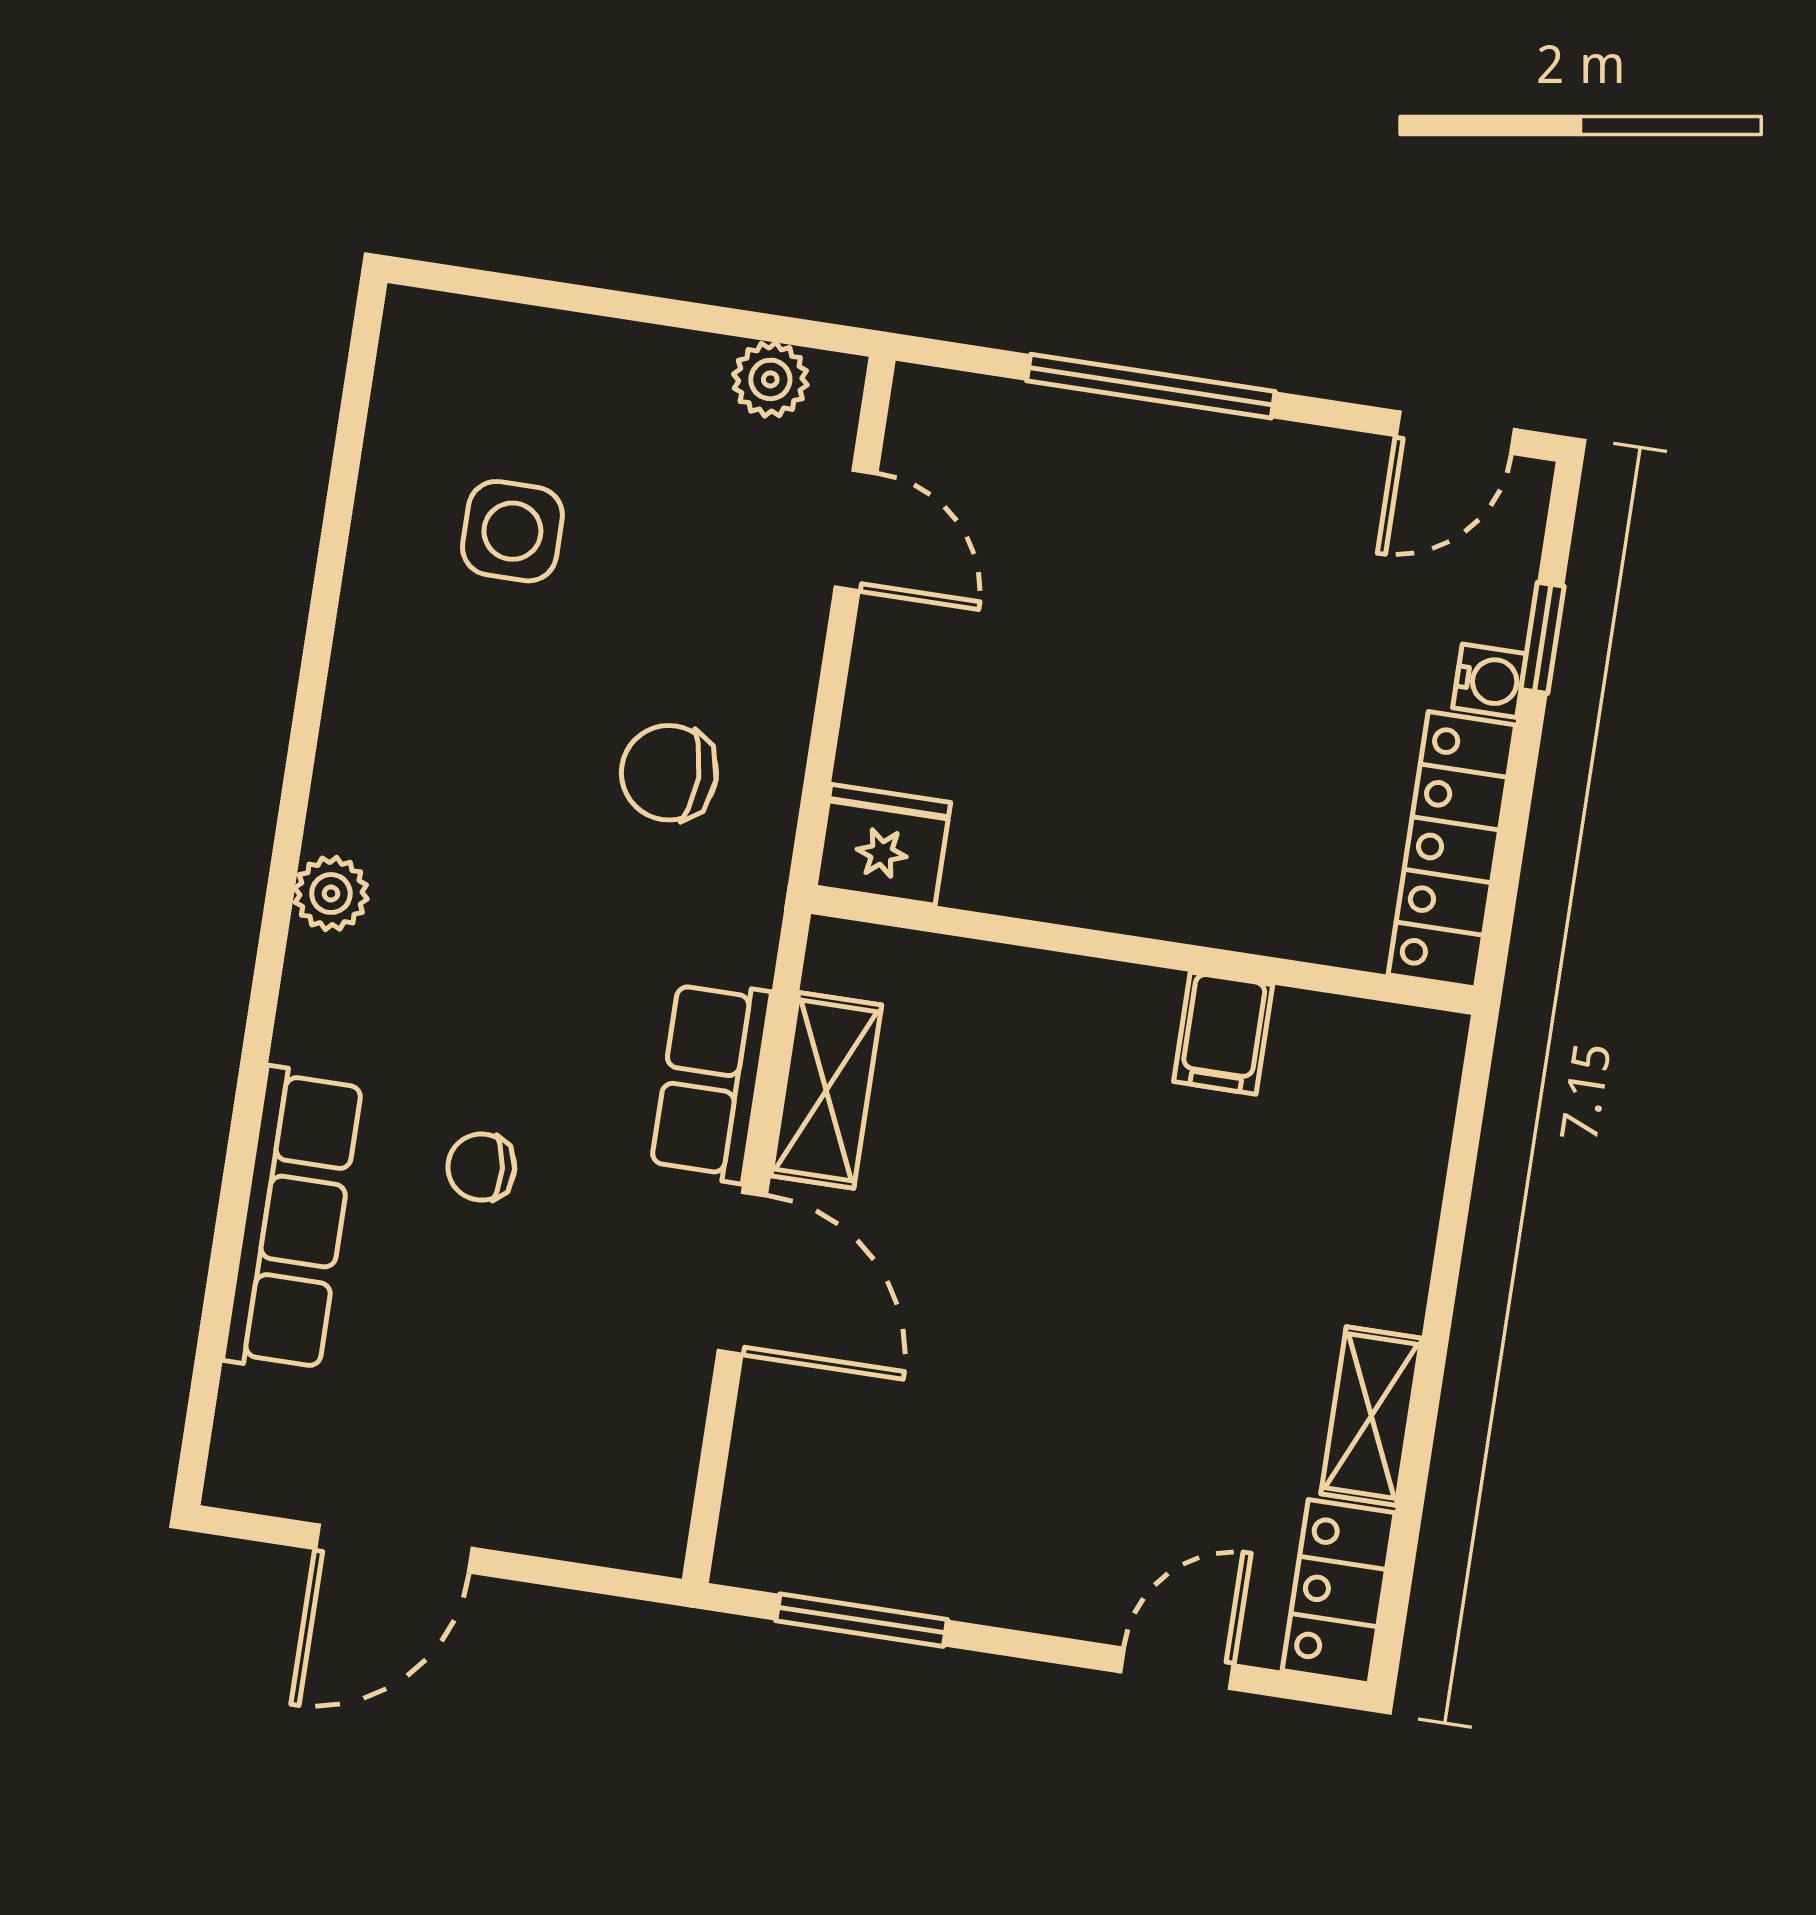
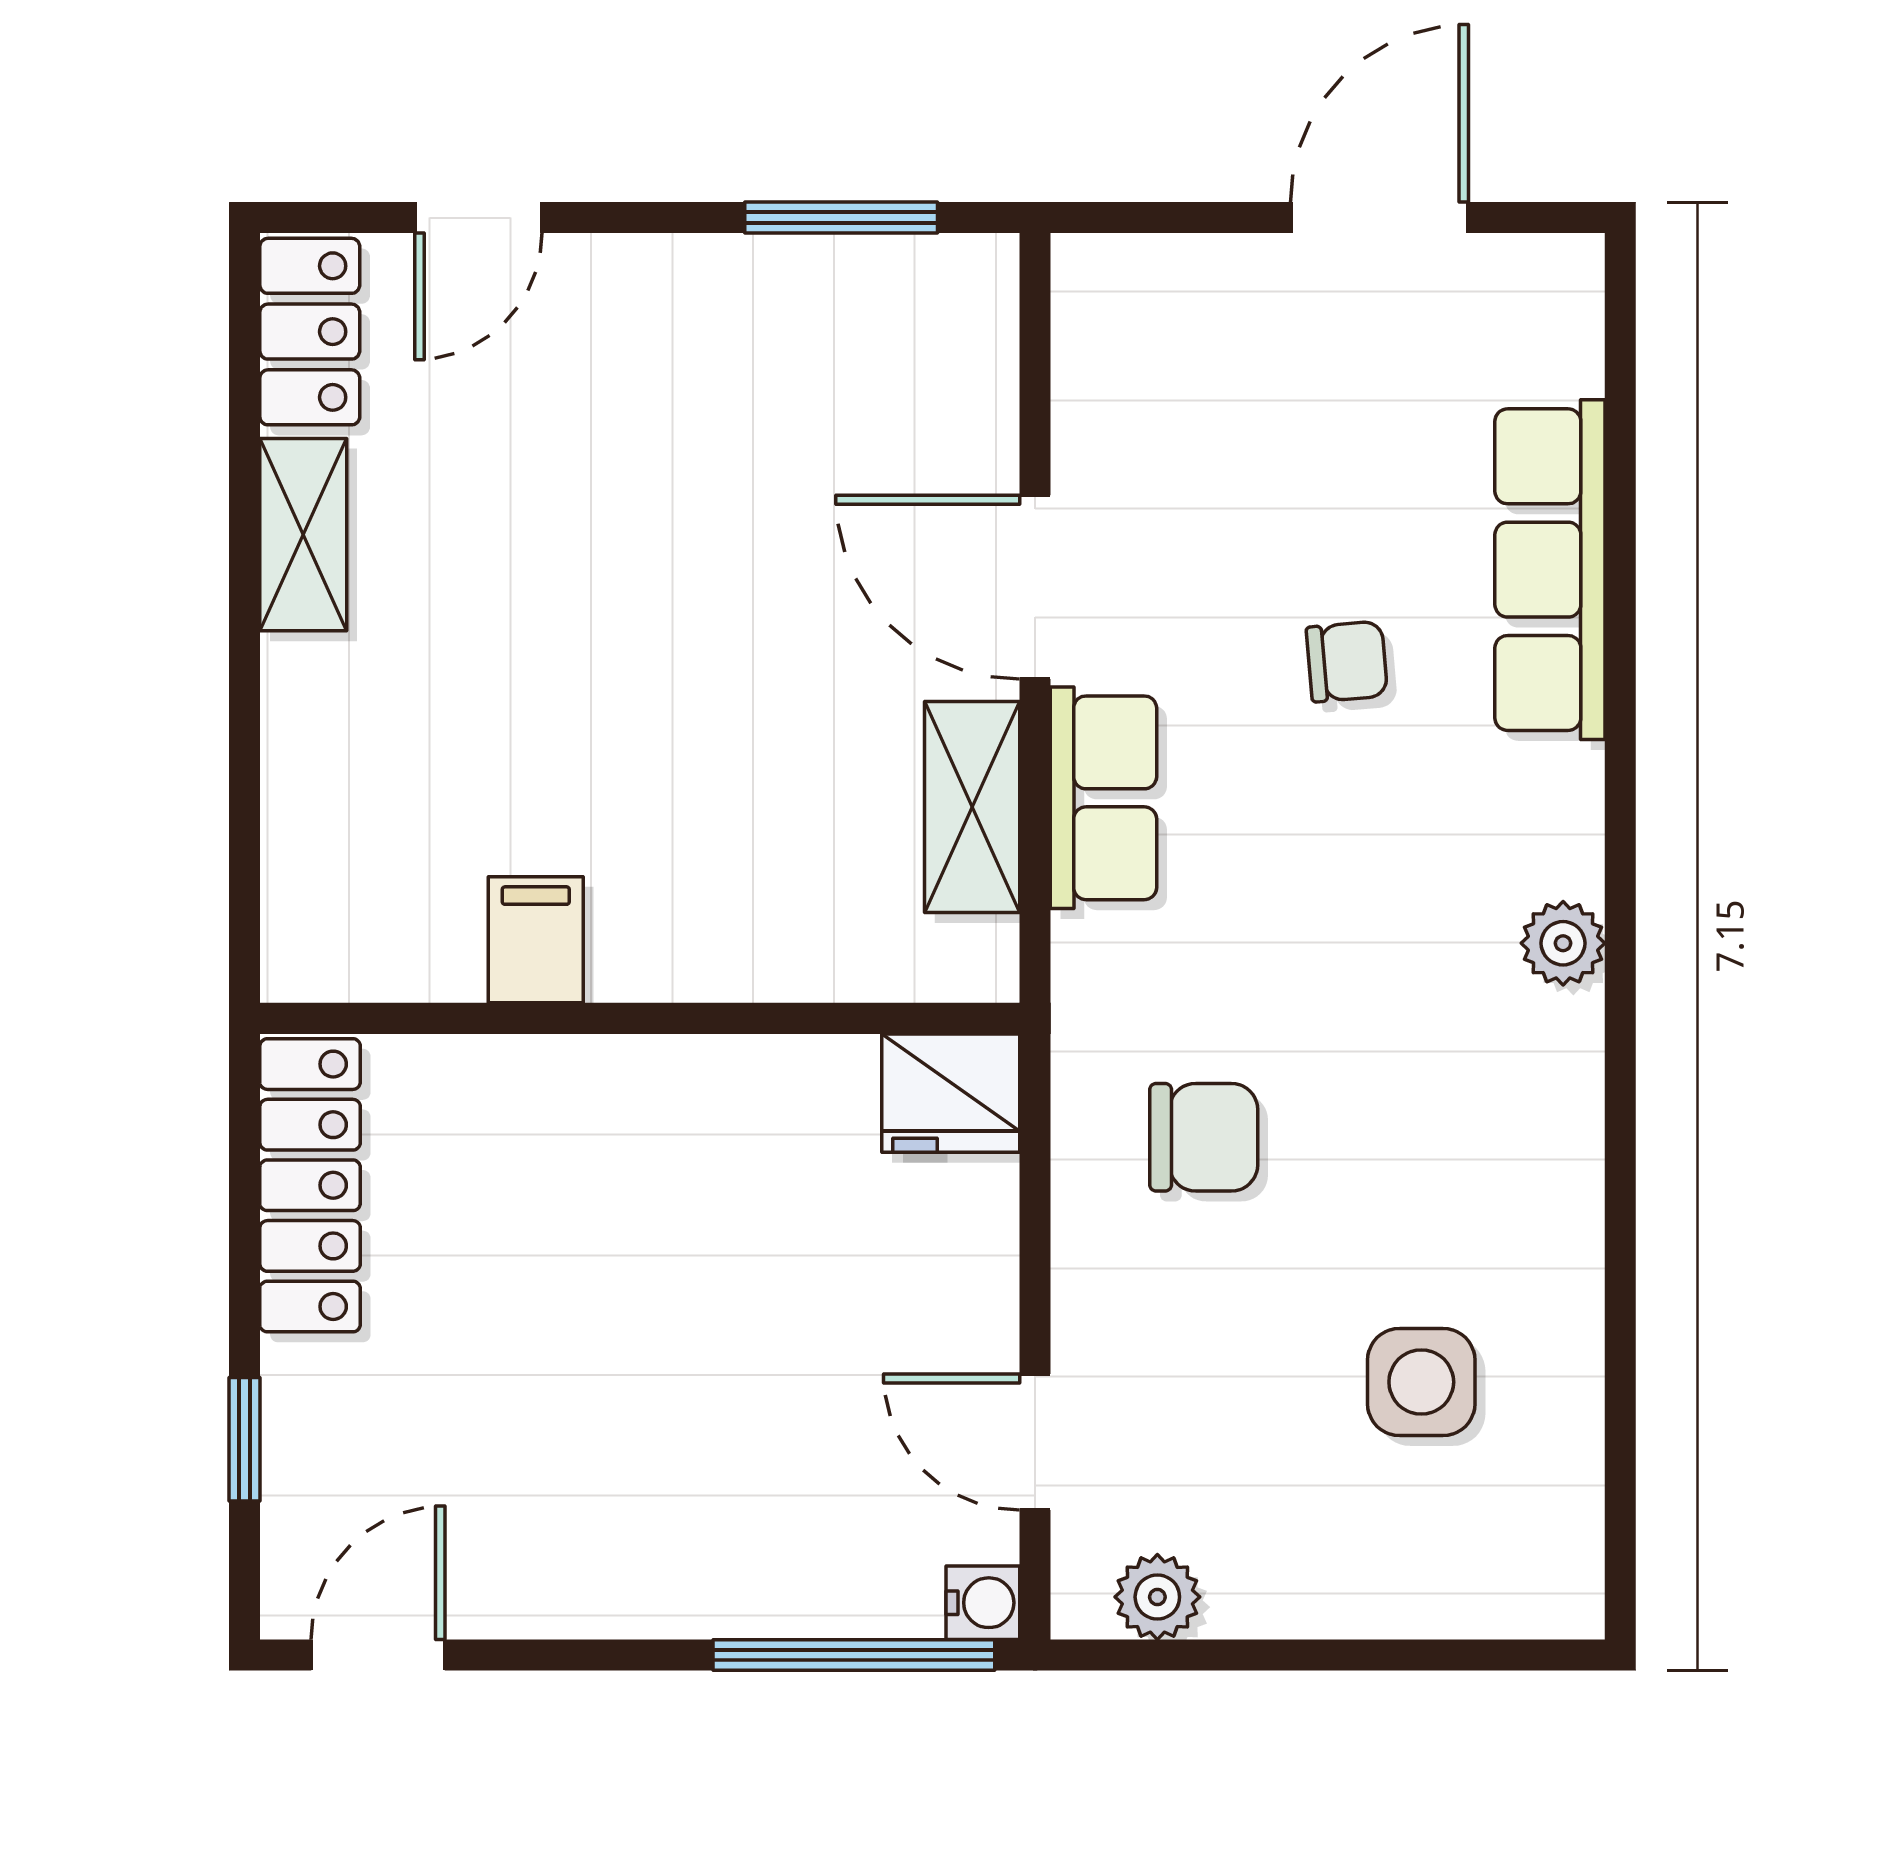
window: (1151, 386) -> (854, 1655), moved
water cooler: (1490, 681) -> (983, 1603), moved, turned 180

